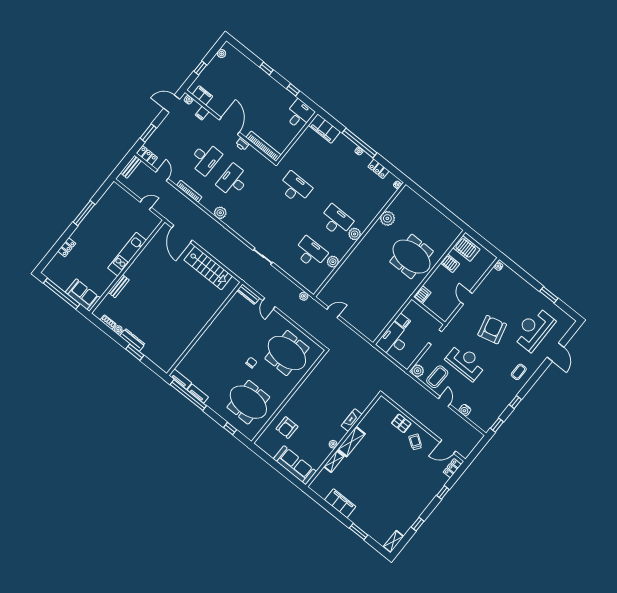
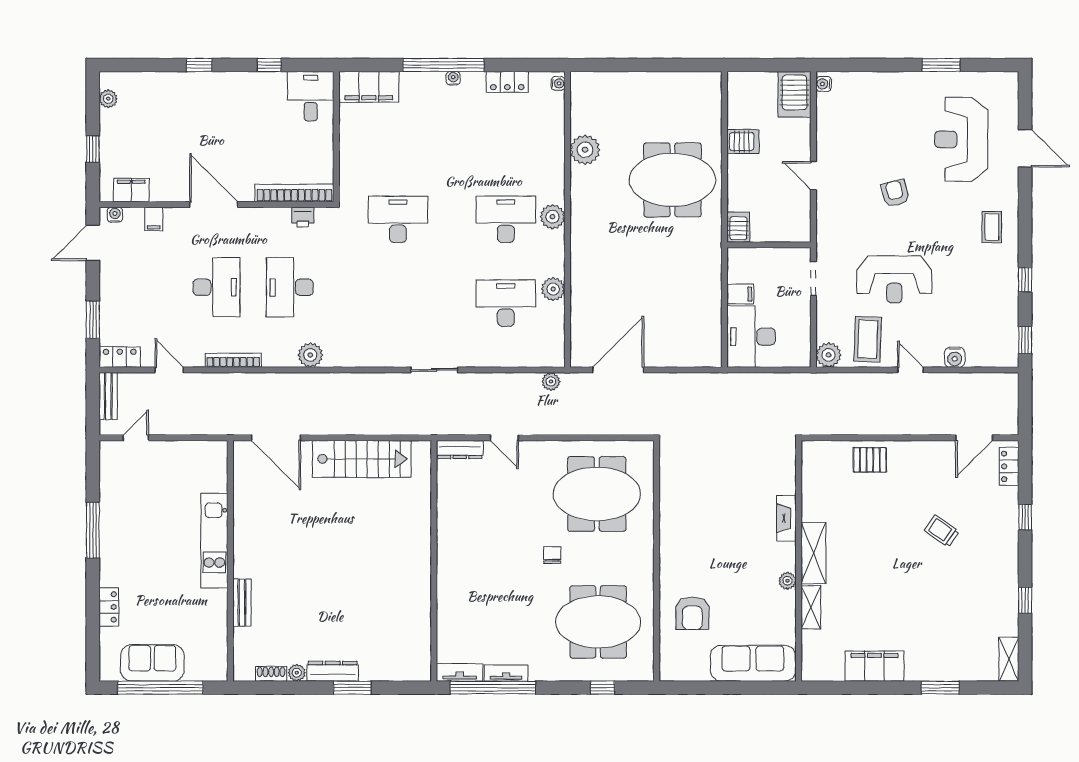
printer: (242, 144) -> (303, 217), moved
door: (146, 205) -> (136, 438), moved
server rack: (466, 248) -> (795, 94), moved, turned 90
sofa: (83, 295) -> (152, 663), moved
door: (333, 312) -> (618, 370), width x1.88
armchair: (492, 330) -> (895, 193), width x0.53, depth x0.53
reception desk: (466, 362) -> (894, 279), turned 180
trolley: (415, 442) -> (942, 531), moved

